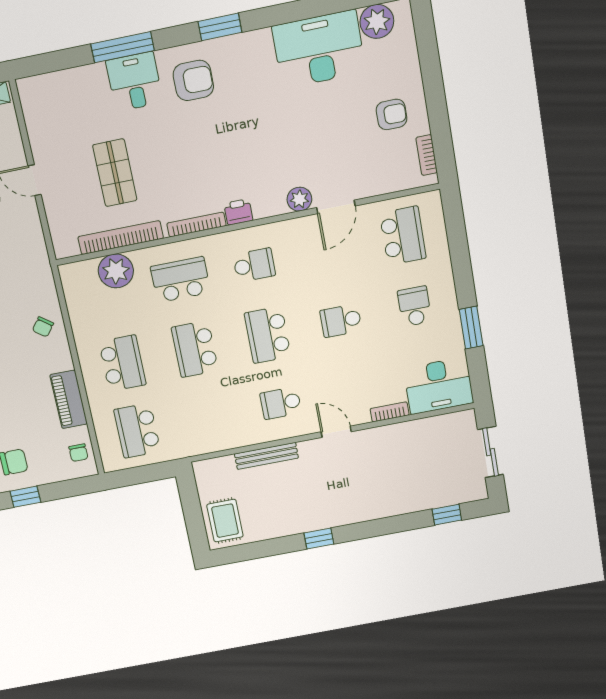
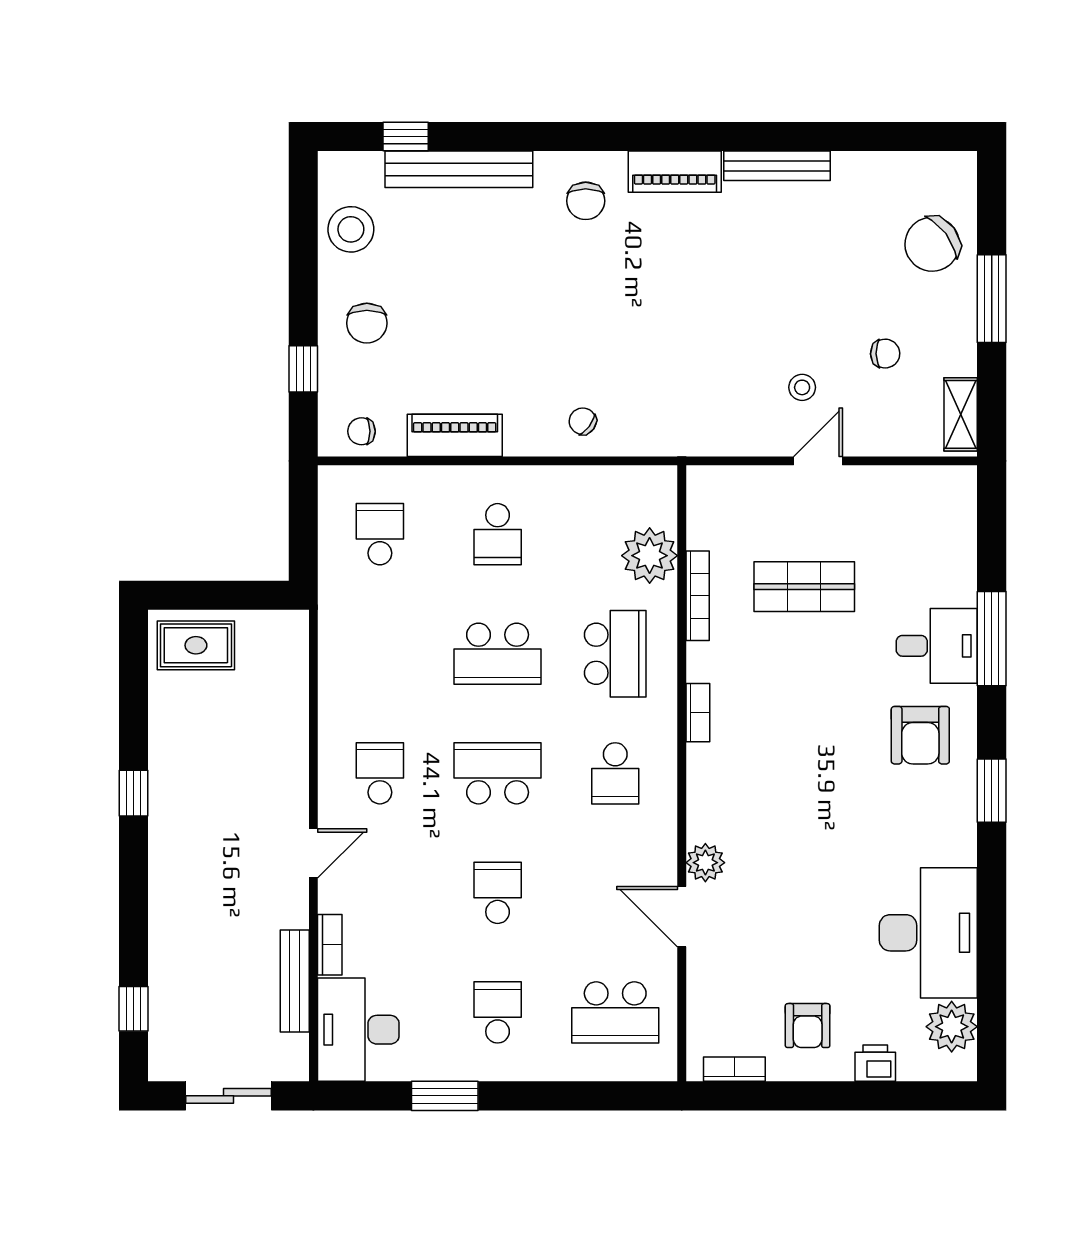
printer: (238, 212) -> (875, 1063), moved, turned -90
bookcase: (196, 225) -> (698, 713), width x0.64
bookcase: (121, 238) -> (698, 596), width x0.68, depth x0.76
school desk: (415, 306) -> (498, 1012), turned -90
school desk: (195, 349) -> (498, 654), turned 180
school desk: (122, 363) -> (498, 534), width x0.54
school desk: (137, 431) -> (380, 534), width x0.54
bench: (266, 456) -> (295, 981), moved
window: (25, 497) -> (303, 369), moved

